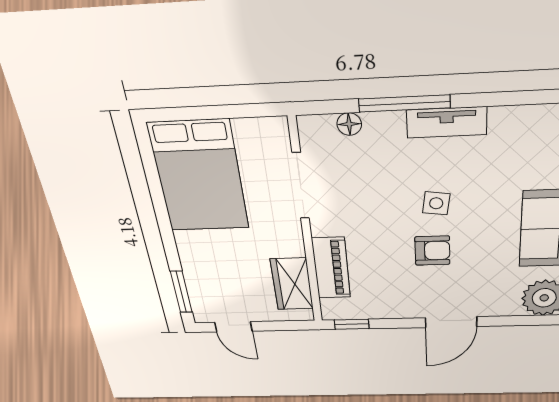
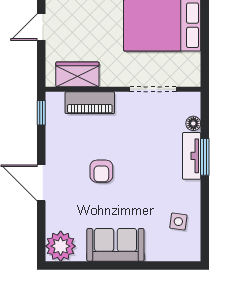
window: (404, 103) -> (205, 157), width x0.69
tv unit: (447, 122) -> (192, 156), moved
side table: (436, 203) -> (178, 222), moved

